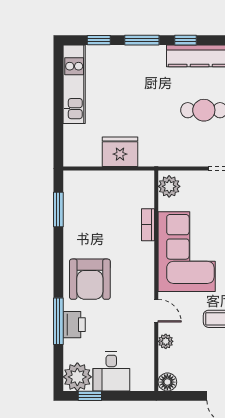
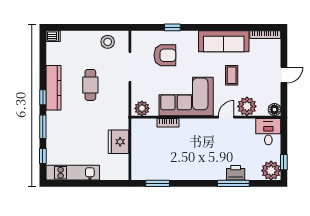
armchair: (90, 279) -> (205, 162), removed
plant: (166, 341) -> (247, 106), width x1.88, depth x1.88
desk: (111, 372) -> (268, 132), moved, turned -90

